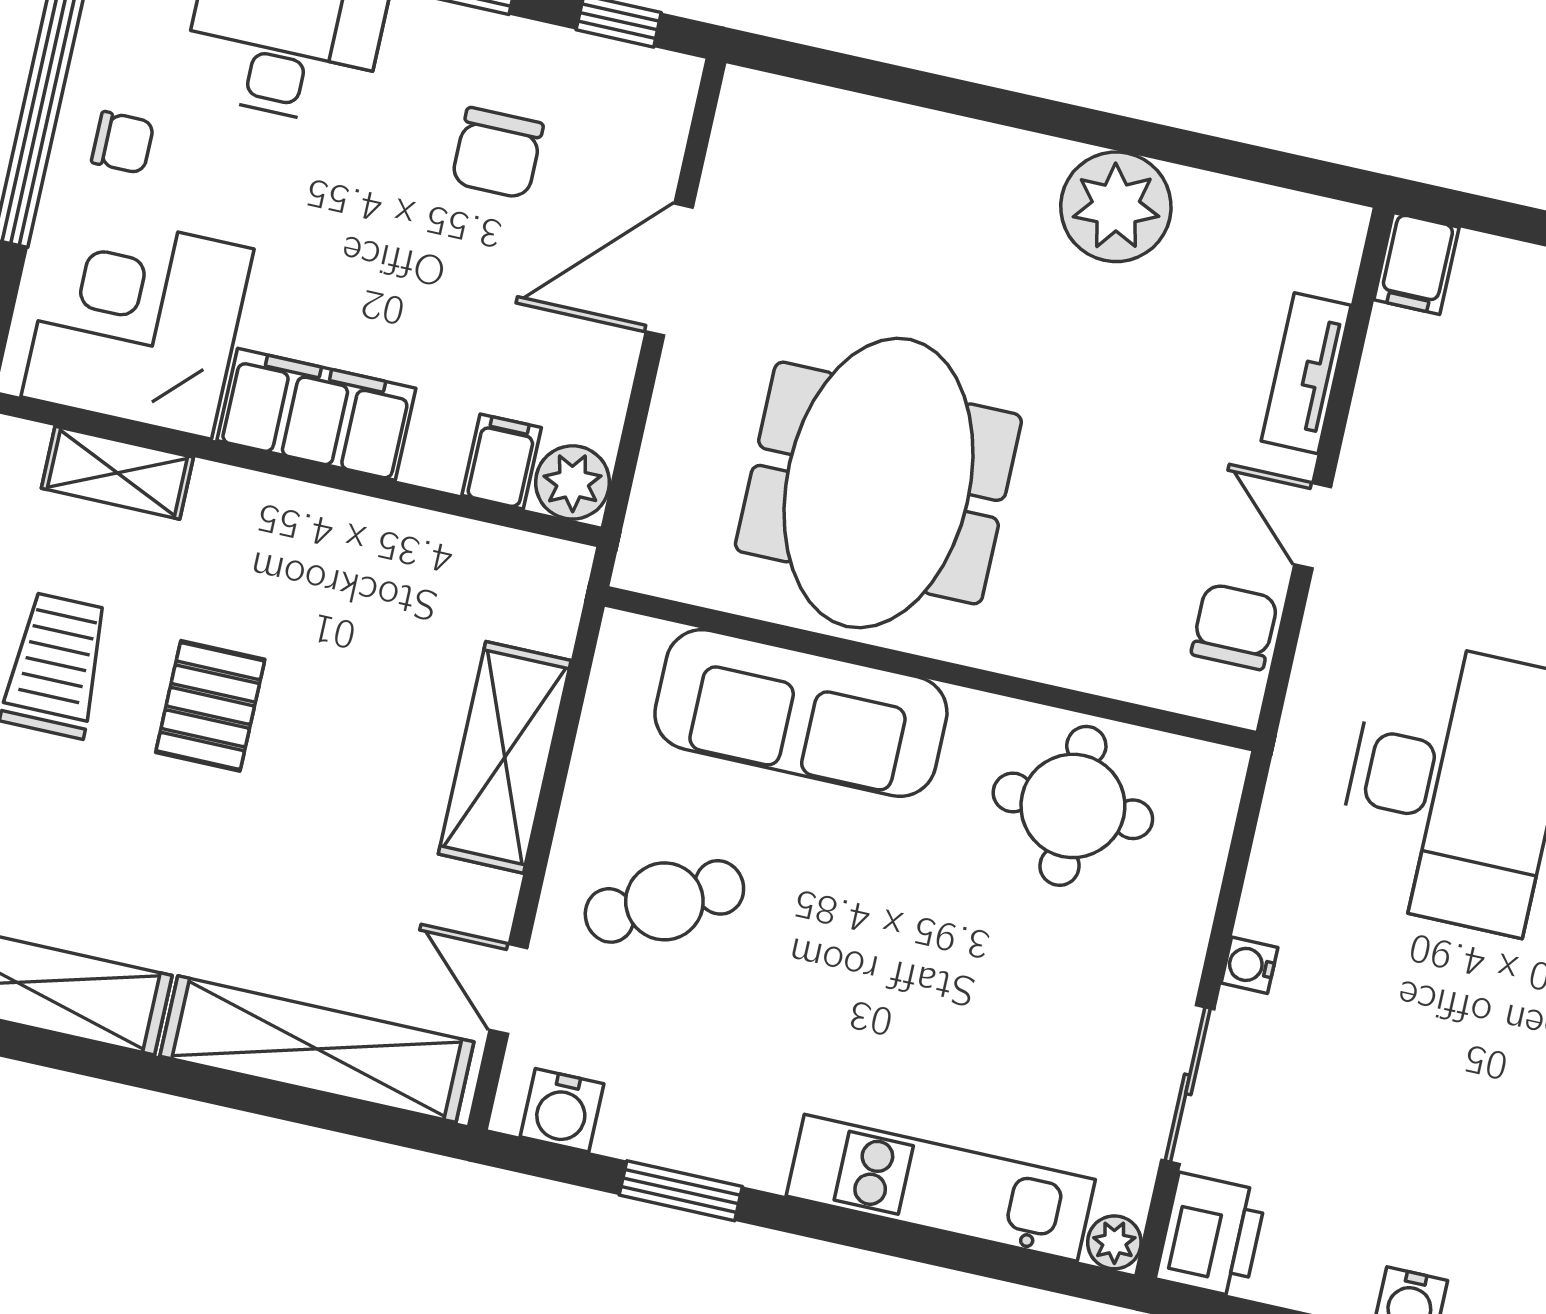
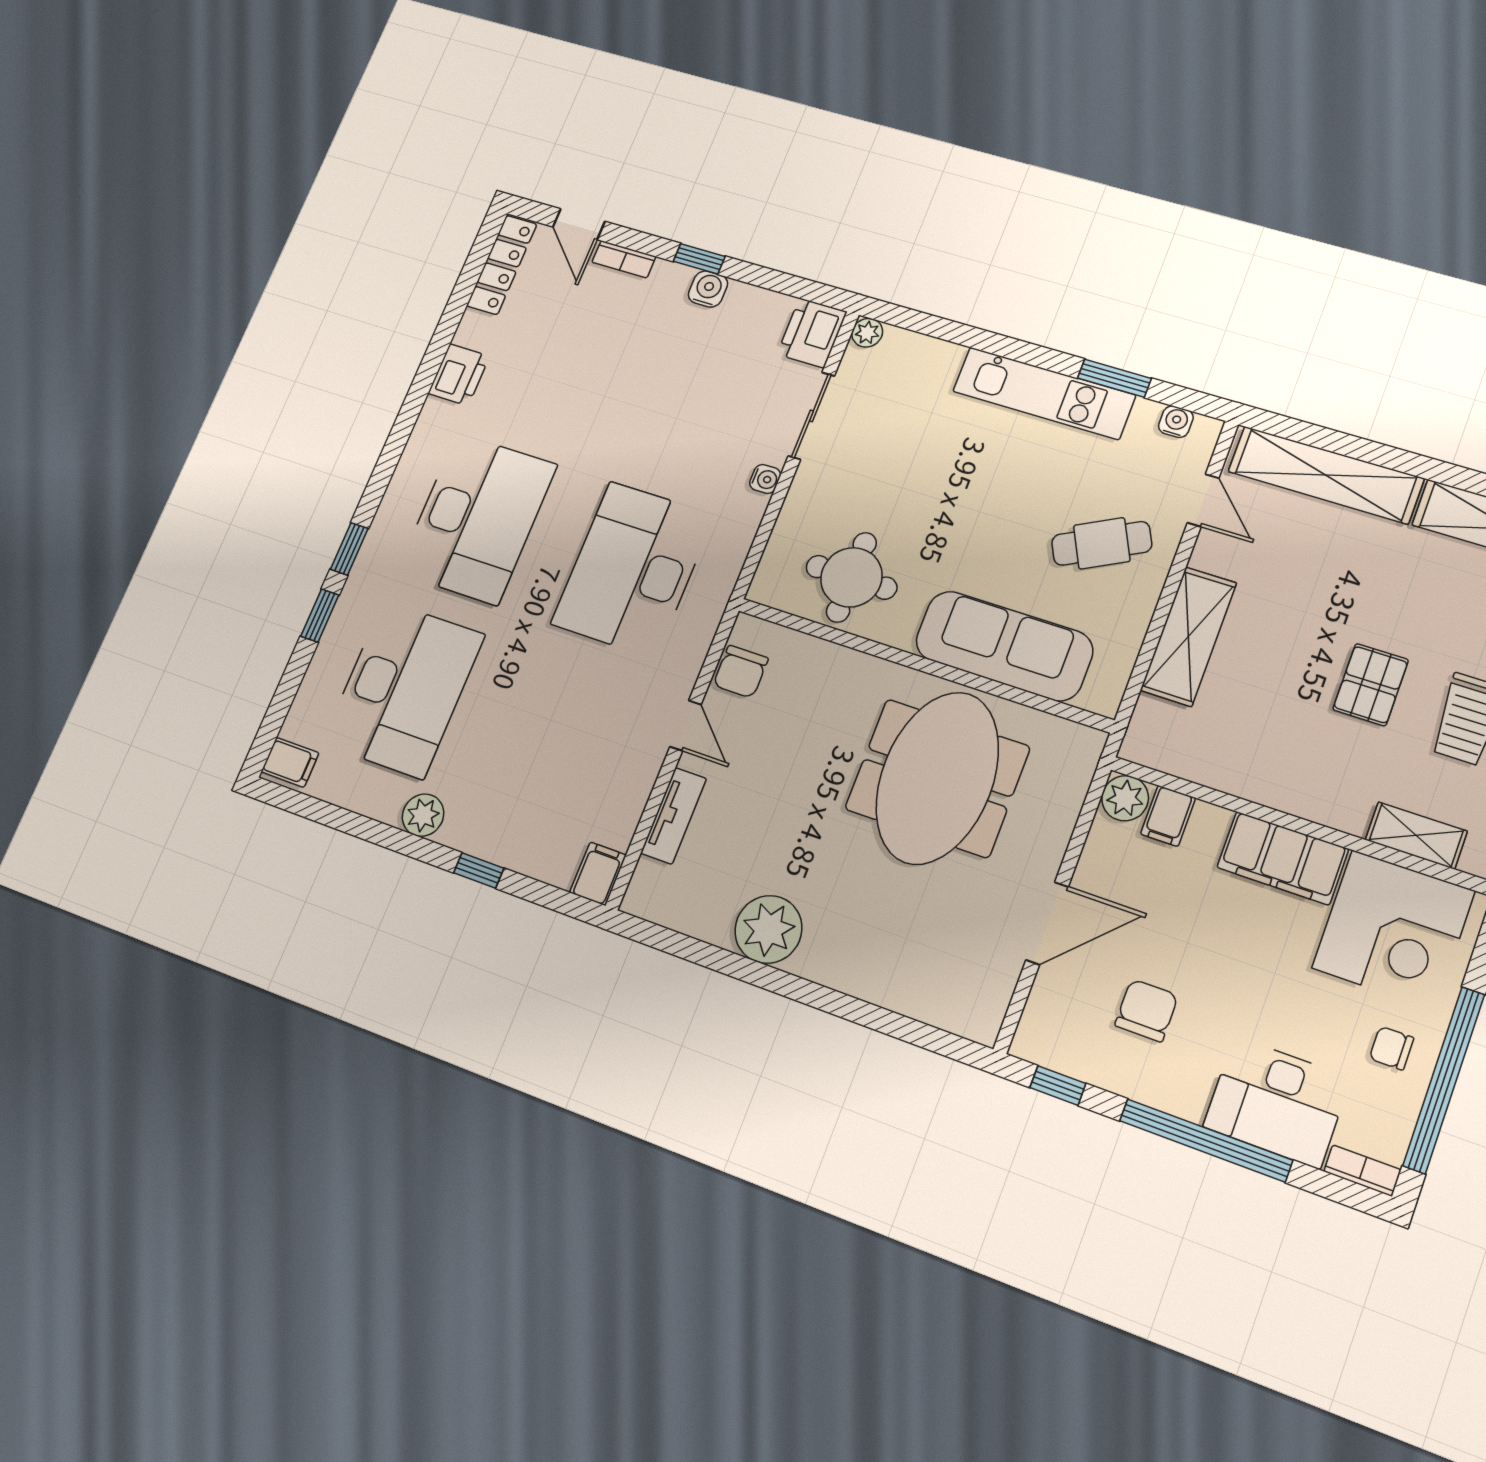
water cooler: (562, 1110) -> (1176, 422), width x0.72, depth x0.72
kitchen unit: (941, 1188) -> (1044, 393), moved

